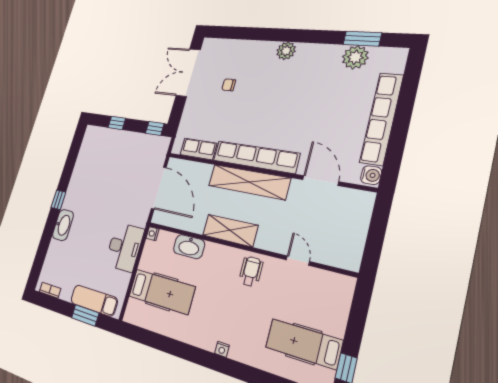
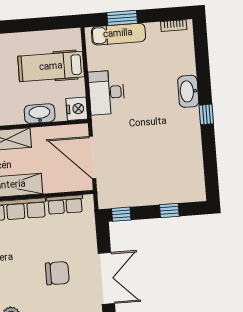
chair: (229, 85) -> (57, 273), width x1.87, depth x1.87
nightstand: (152, 234) -> (77, 109), width x1.89, depth x1.79

